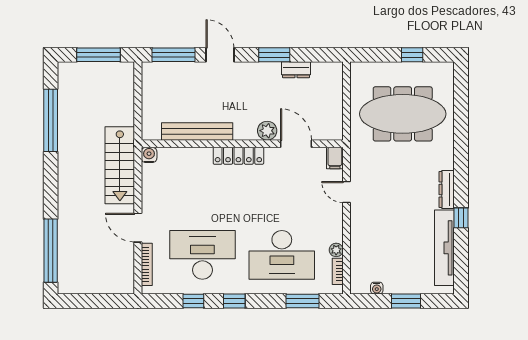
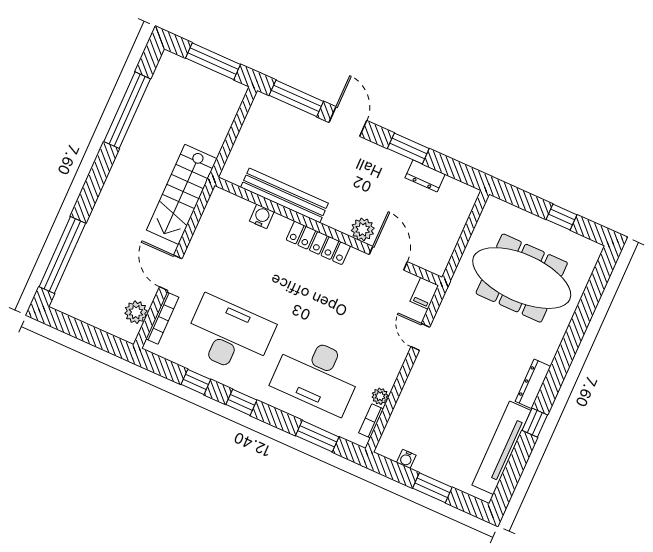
water cooler: (149, 155) -> (262, 216), moved
plant: (125, 269) -> (136, 312), added

